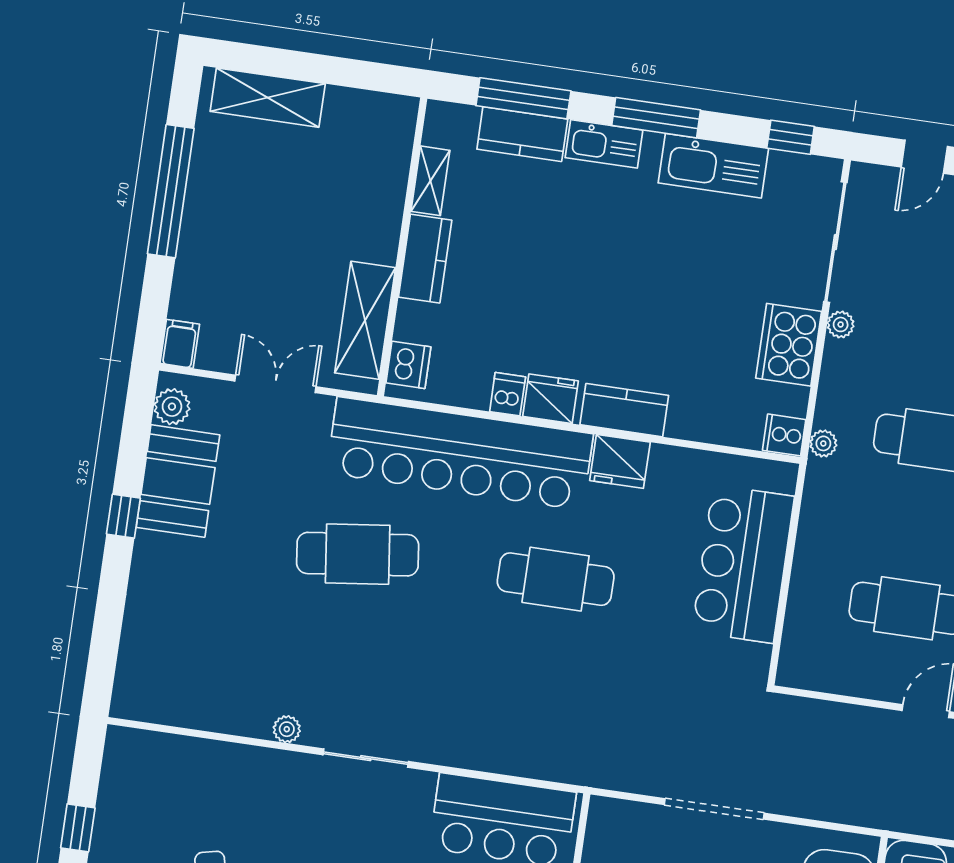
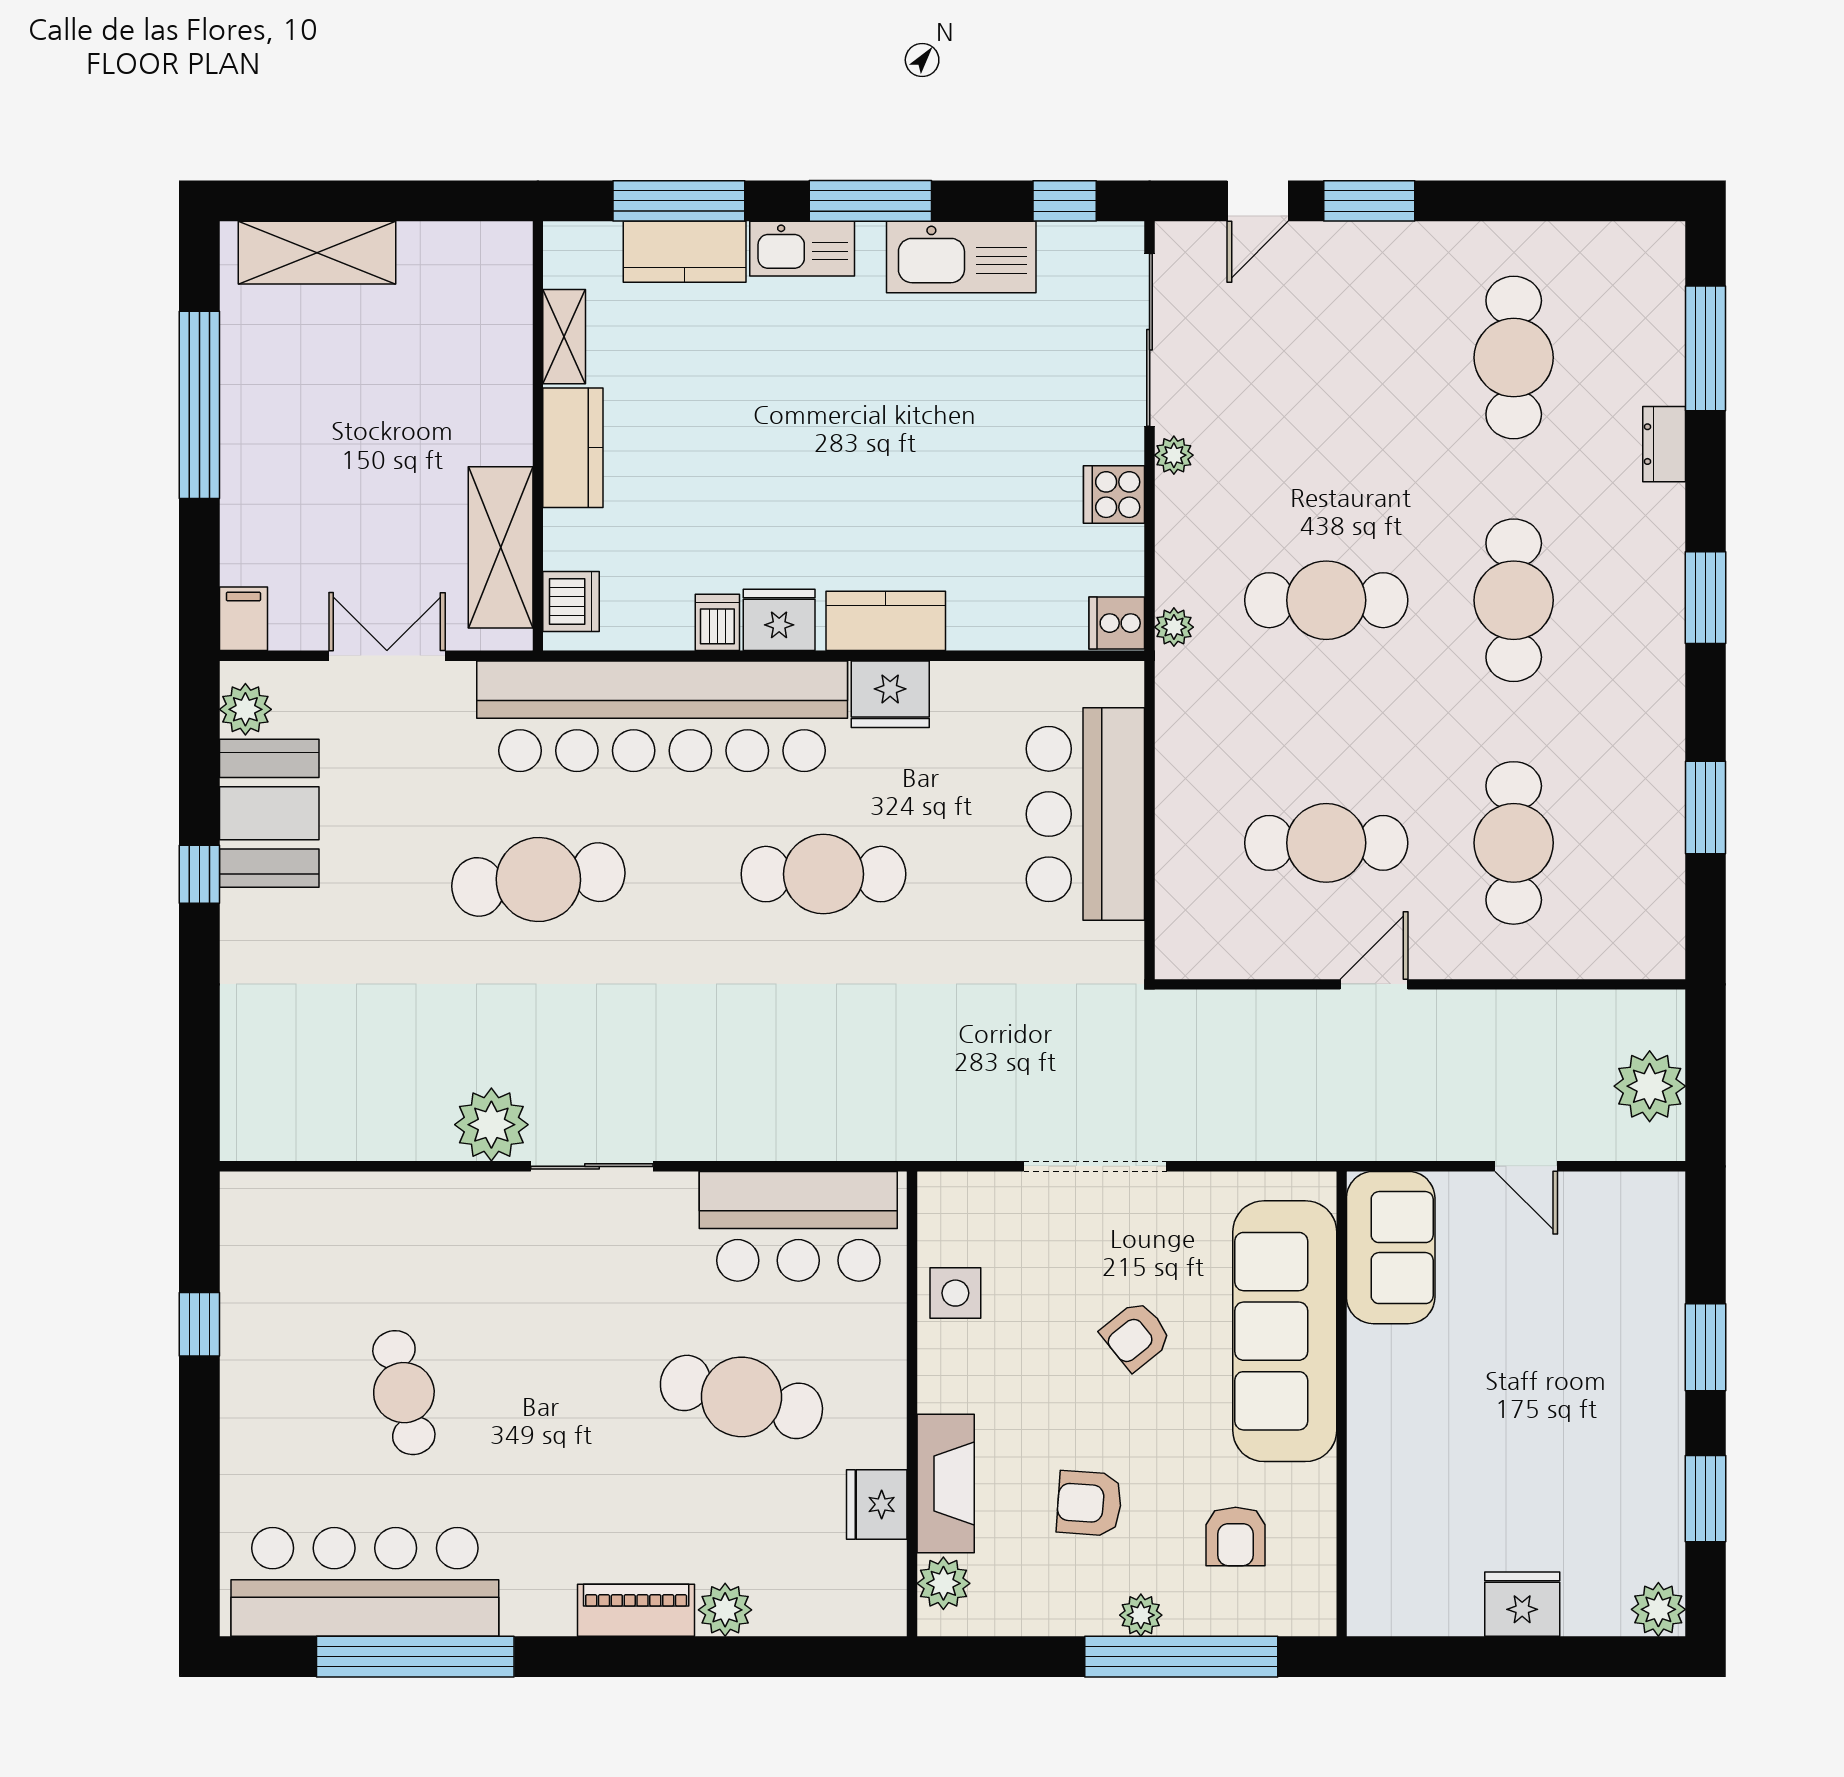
cooker: (789, 345) -> (1114, 495), width x0.53, depth x0.76
plant: (287, 729) -> (491, 1125), width x1.88, depth x1.88

